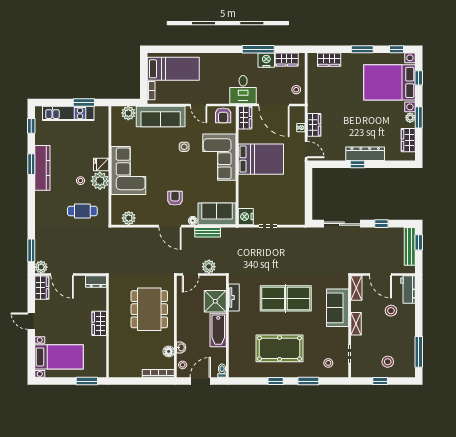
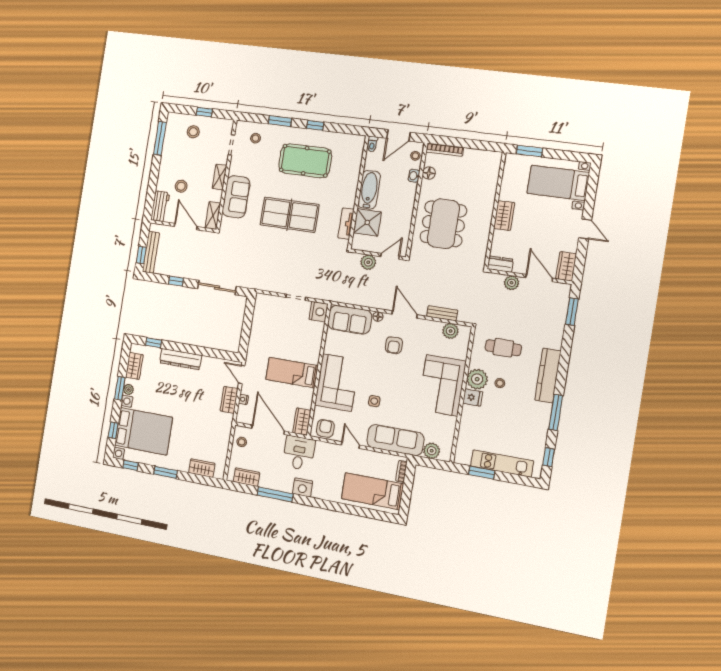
nightstand: (266, 60) -> (303, 487), moved
bed: (261, 159) -> (292, 373), width x0.67
window: (31, 164) -> (556, 412), width x1.44
window: (358, 164) -> (154, 343), moved
kitchen counter: (42, 168) -> (548, 375), moved
bench: (208, 232) -> (442, 313), moved
plant: (41, 267) -> (512, 283), moved

